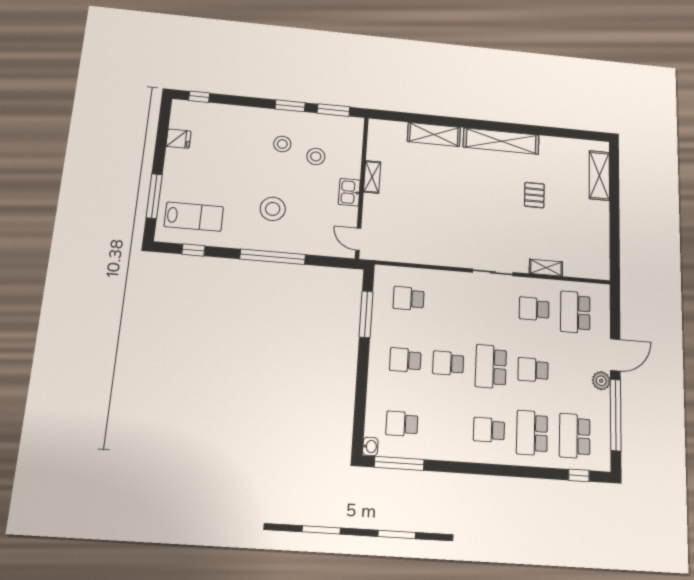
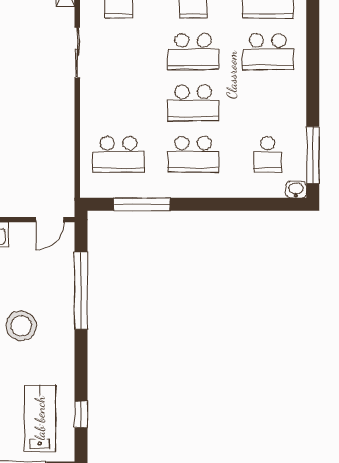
window: (273, 257) -> (81, 291), moved
school desk: (409, 298) -> (118, 154), width x1.85
school desk: (405, 360) -> (193, 154), width x1.85
school desk: (448, 363) -> (193, 103), width x1.85
school desk: (489, 430) -> (268, 52), width x1.85

